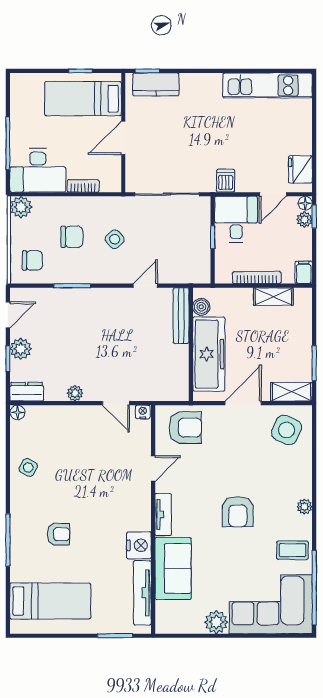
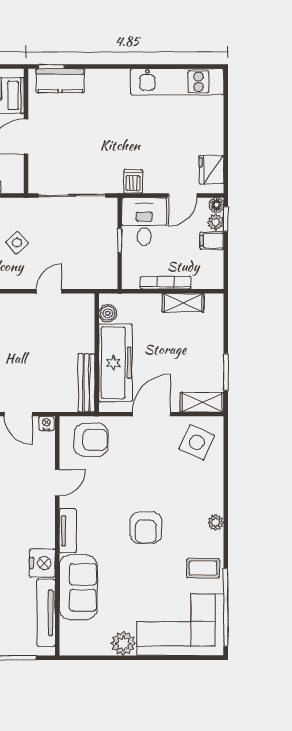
filing cabinet: (304, 272) -> (212, 241), moved, turned -90
bench: (181, 316) -> (86, 383), moved

